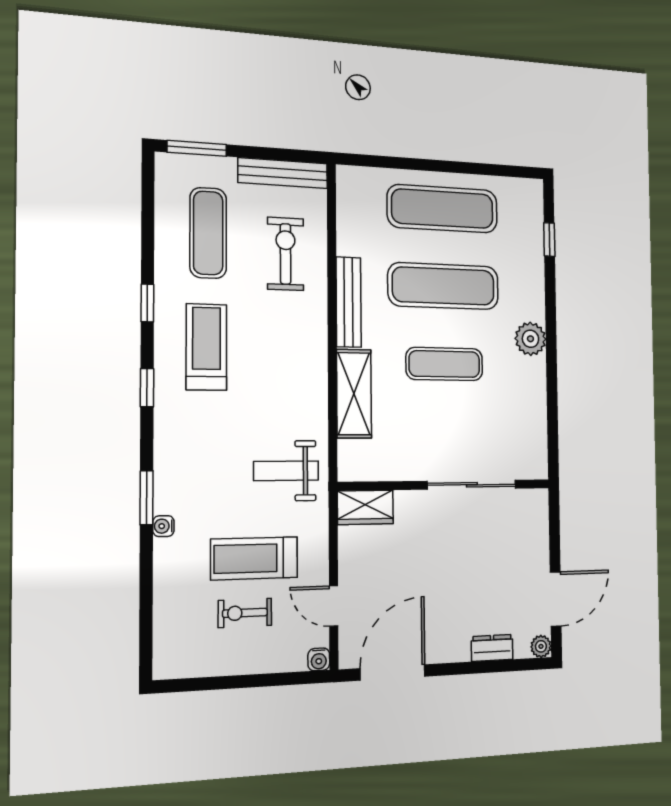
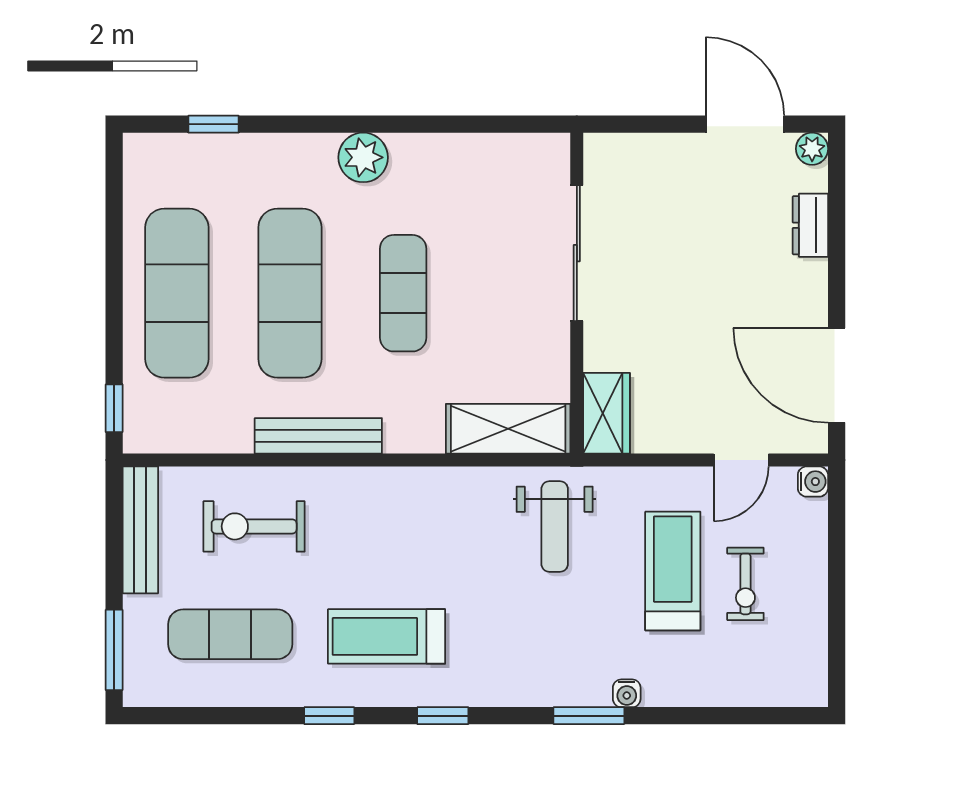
window: (366, 161) -> (114, 408), added
shelving: (354, 394) -> (508, 429), moved
treadmill: (254, 558) -> (673, 571), turned 180

